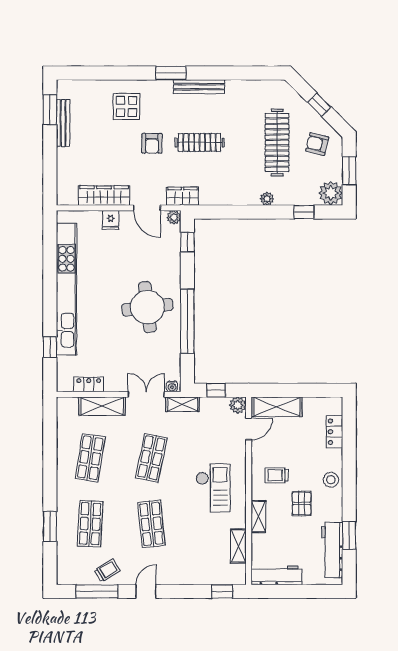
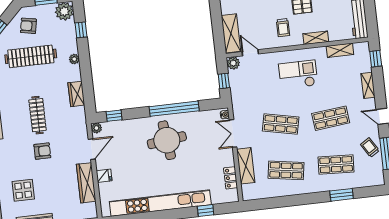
display table: (126, 107) -> (23, 190), moved
armchair: (317, 144) -> (28, 26), turned 87
wardrobe: (182, 196) -> (76, 94), moved
shelving: (183, 404) -> (368, 85), moved

